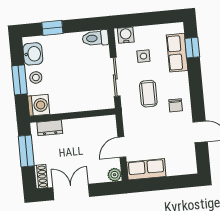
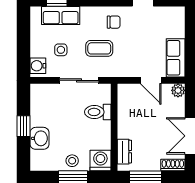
window: (52, 28) -> (24, 126), moved
toilet: (95, 38) -> (98, 112), moved, turned 90
washbasin: (33, 54) -> (40, 138), moved, turned 90

